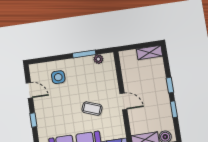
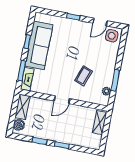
shelving: (149, 52) -> (99, 123), moved
side table: (58, 77) -> (112, 36), moved
coffee table: (92, 109) -> (83, 76), moved

